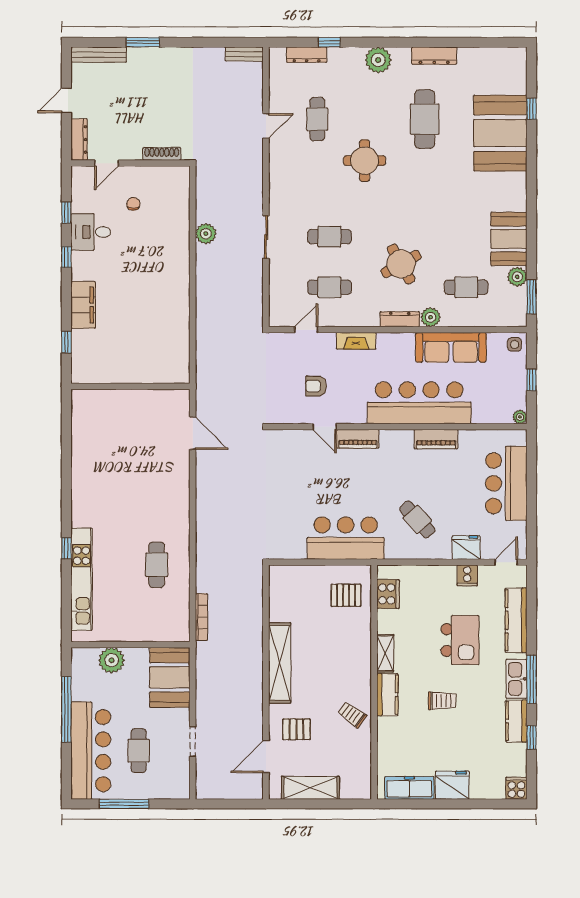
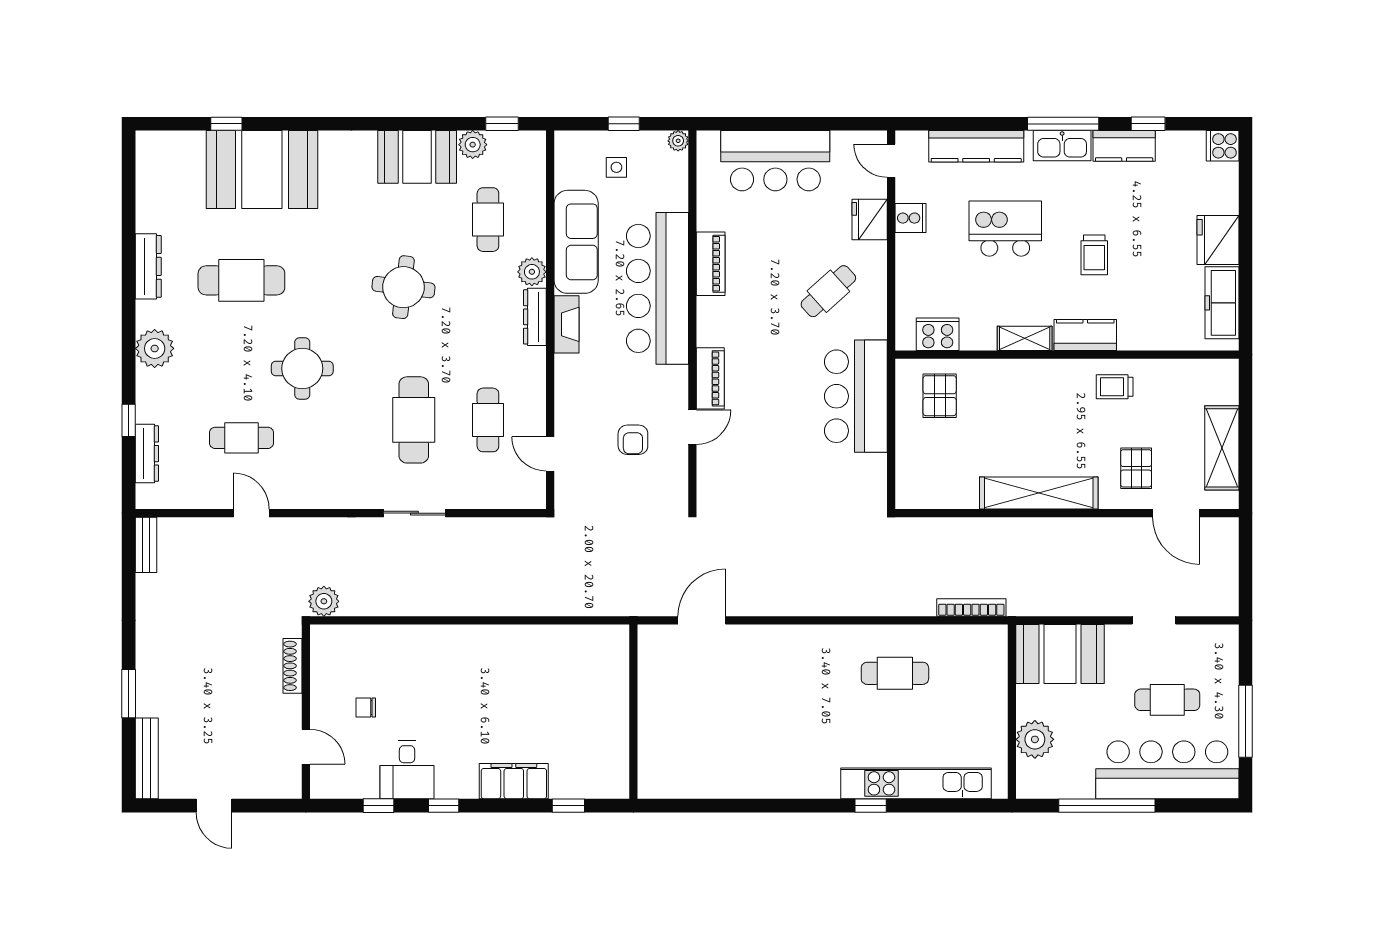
dresser: (79, 140) -> (271, 787), removed
plant: (206, 234) -> (324, 601), moved
cafe table: (329, 237) -> (414, 420), width x1.37, depth x1.35
round table: (401, 264) -> (403, 287), moved, turned 36
window: (531, 297) -> (502, 124), width x0.67
fireplace: (356, 341) -> (566, 324), moved
side table: (515, 344) -> (616, 167), moved
trolley: (442, 701) -> (1094, 255), turned 180
trolley: (352, 715) -> (1115, 387), turned 54

